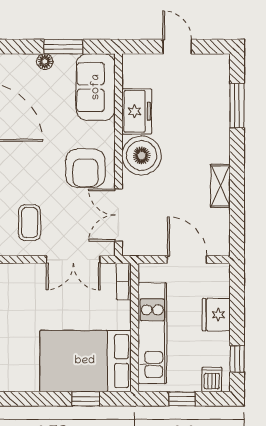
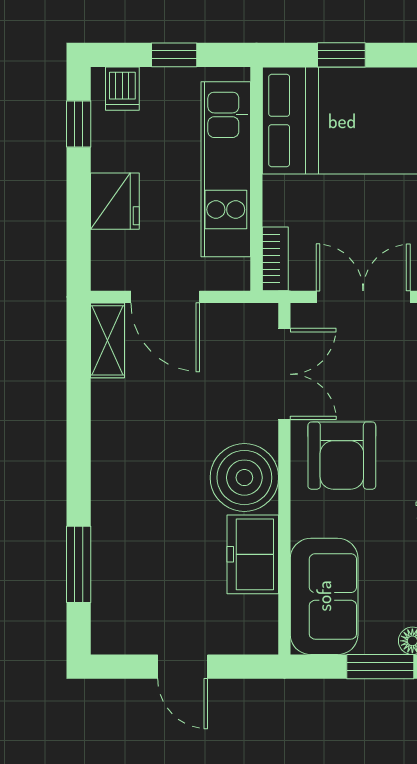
armchair: (85, 168) -> (342, 456), turned 180
shelving: (220, 186) -> (107, 340), moved

